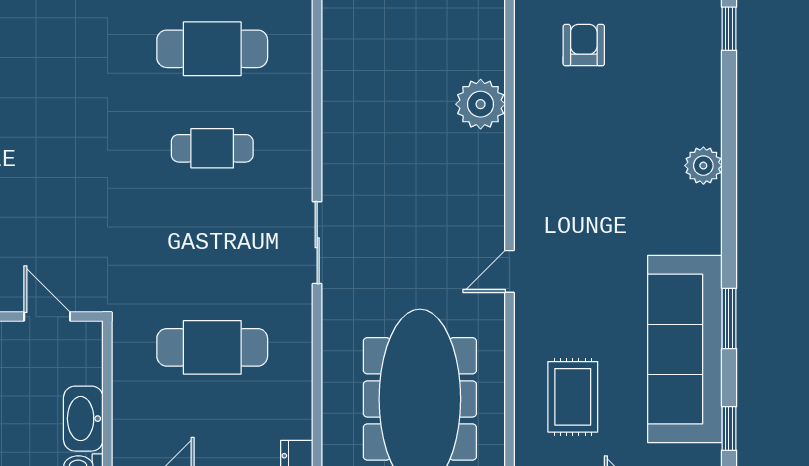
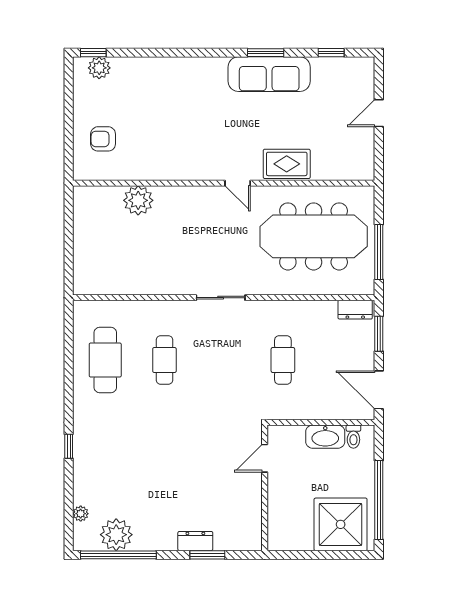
plant: (703, 166) -> (99, 68), moved
cafe table: (212, 347) -> (283, 360), width x0.73, depth x0.74
sofa: (685, 349) -> (269, 74), width x0.74, depth x0.79
rug: (573, 397) -> (287, 164), moved

